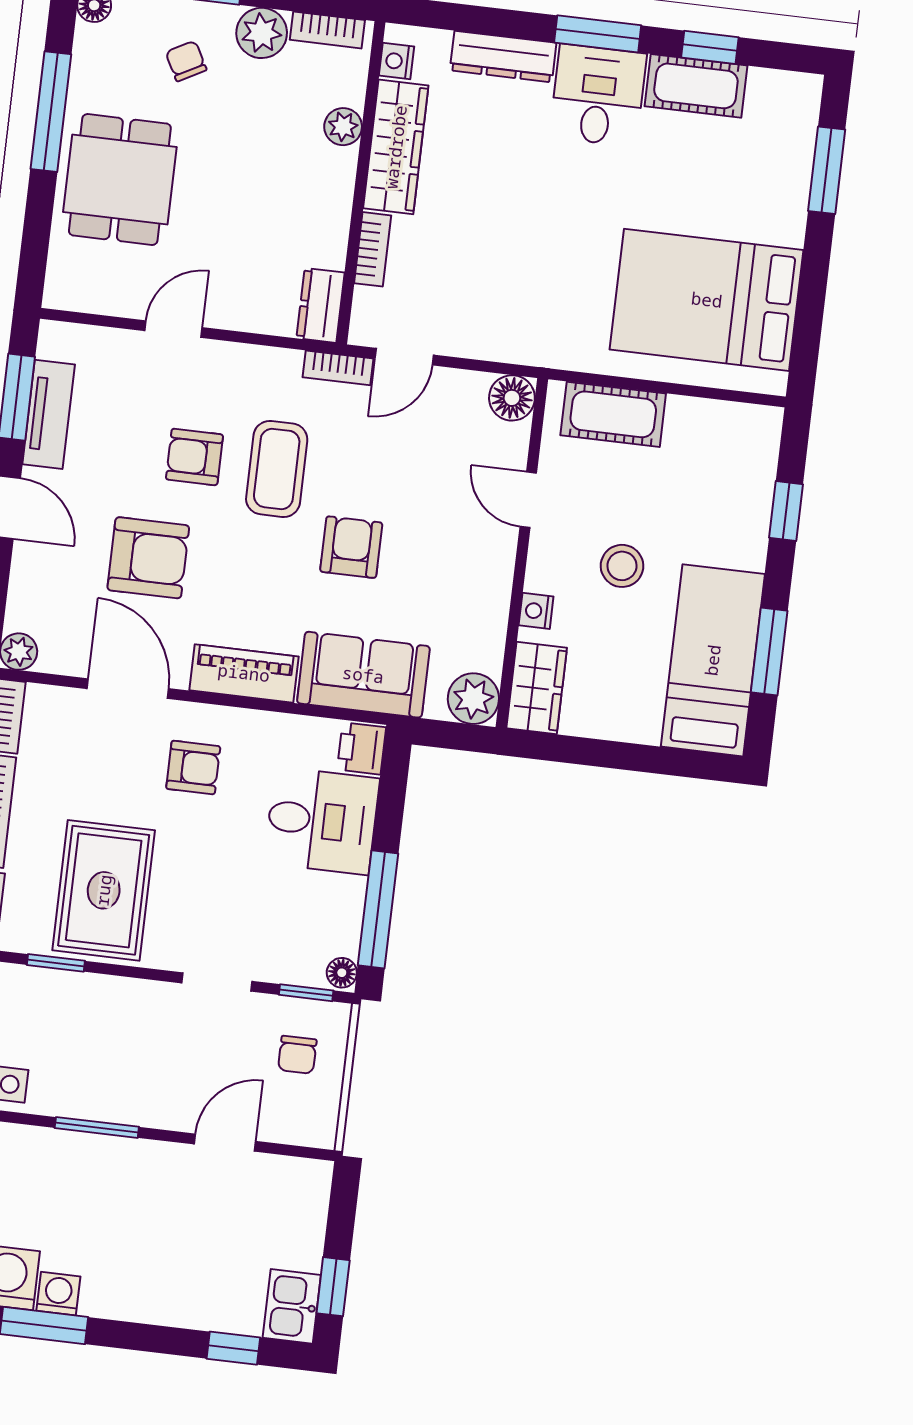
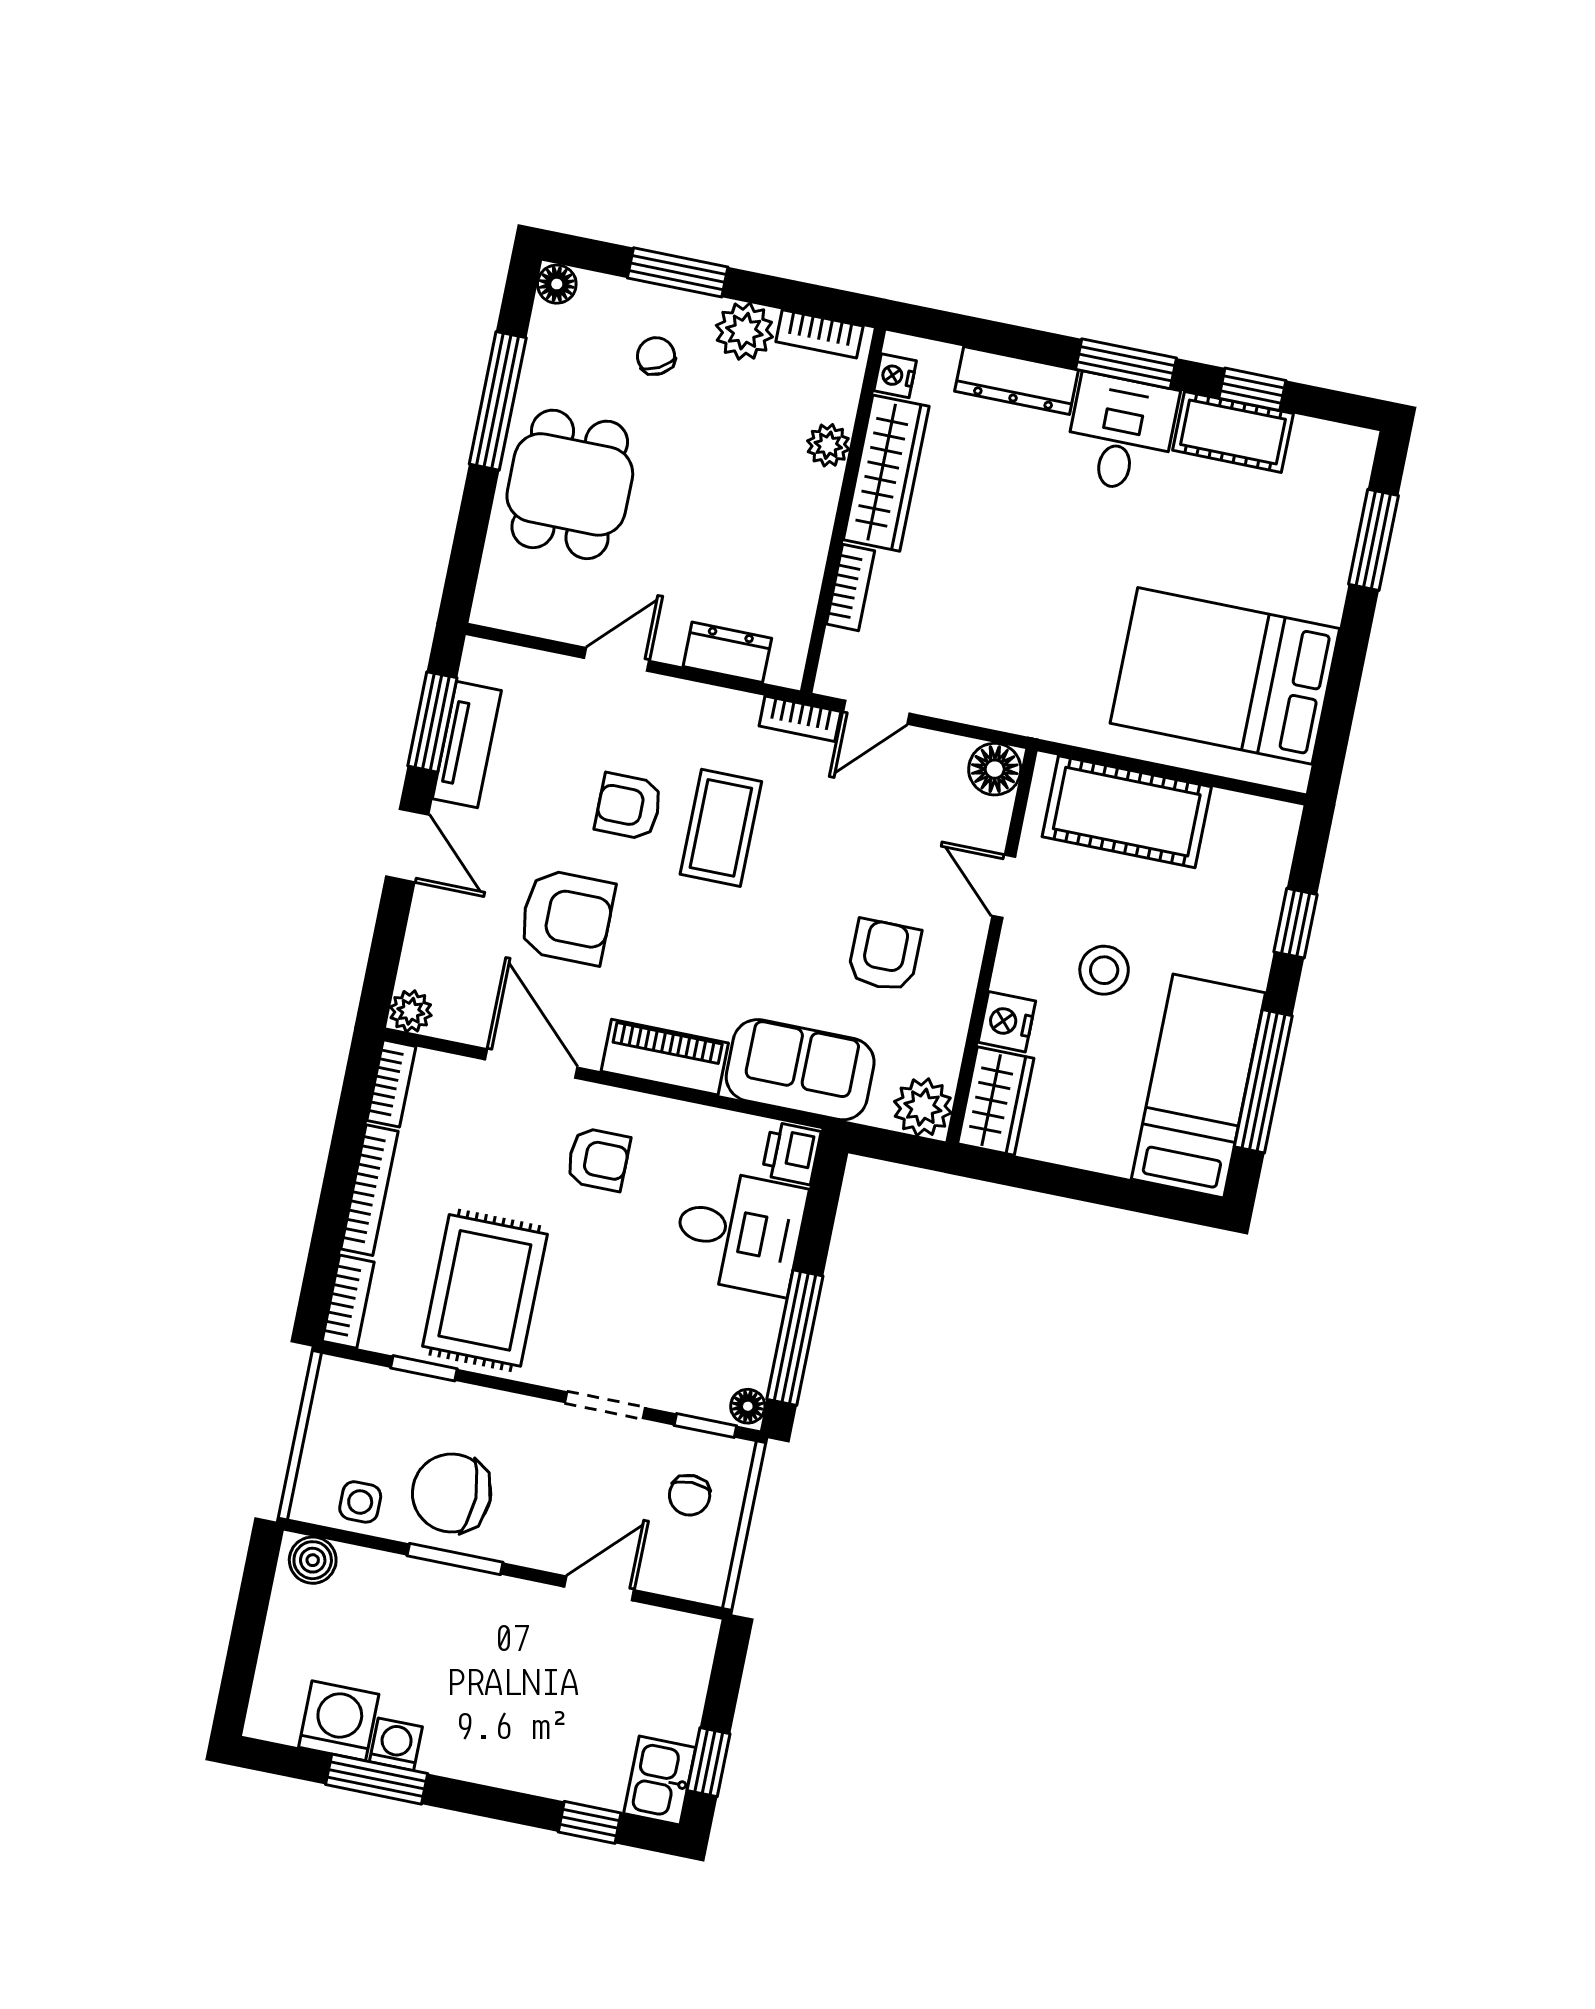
dresser: (320, 305) -> (727, 652), moved, turned 90
cot: (613, 414) -> (1127, 812), width x1.37, depth x1.34
armchair: (351, 547) -> (884, 955), moved
nightstand: (536, 611) -> (1007, 1022), width x1.39, depth x1.35
window: (769, 652) -> (1263, 1081), width x1.44
chair: (89, 1070) -> (452, 1493), added

